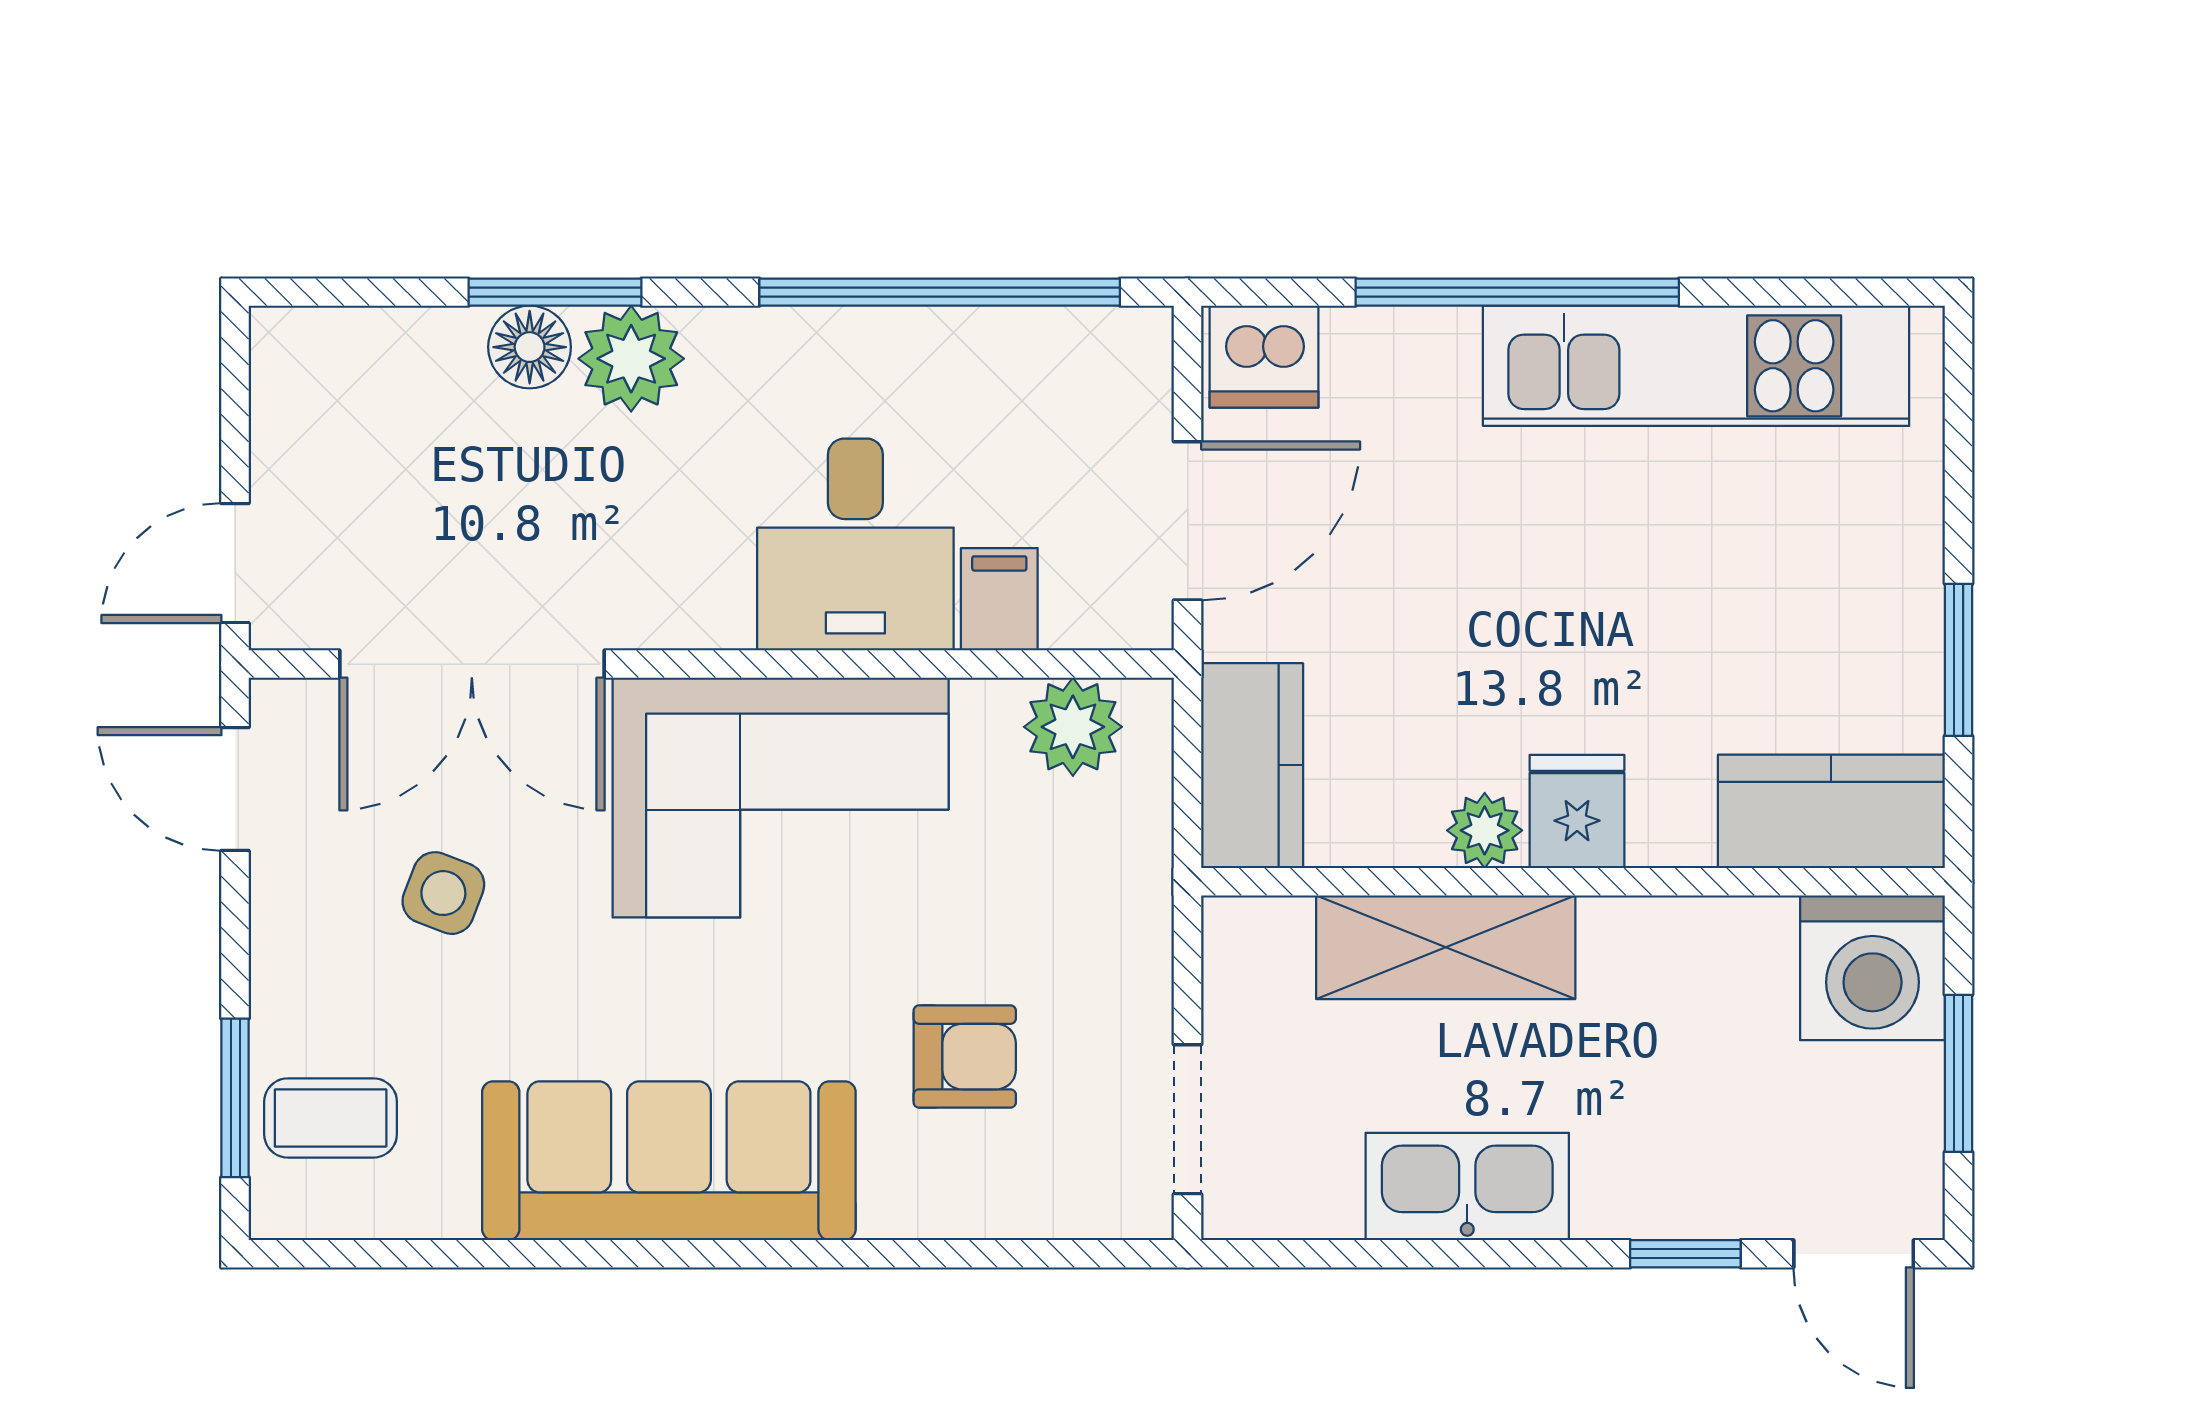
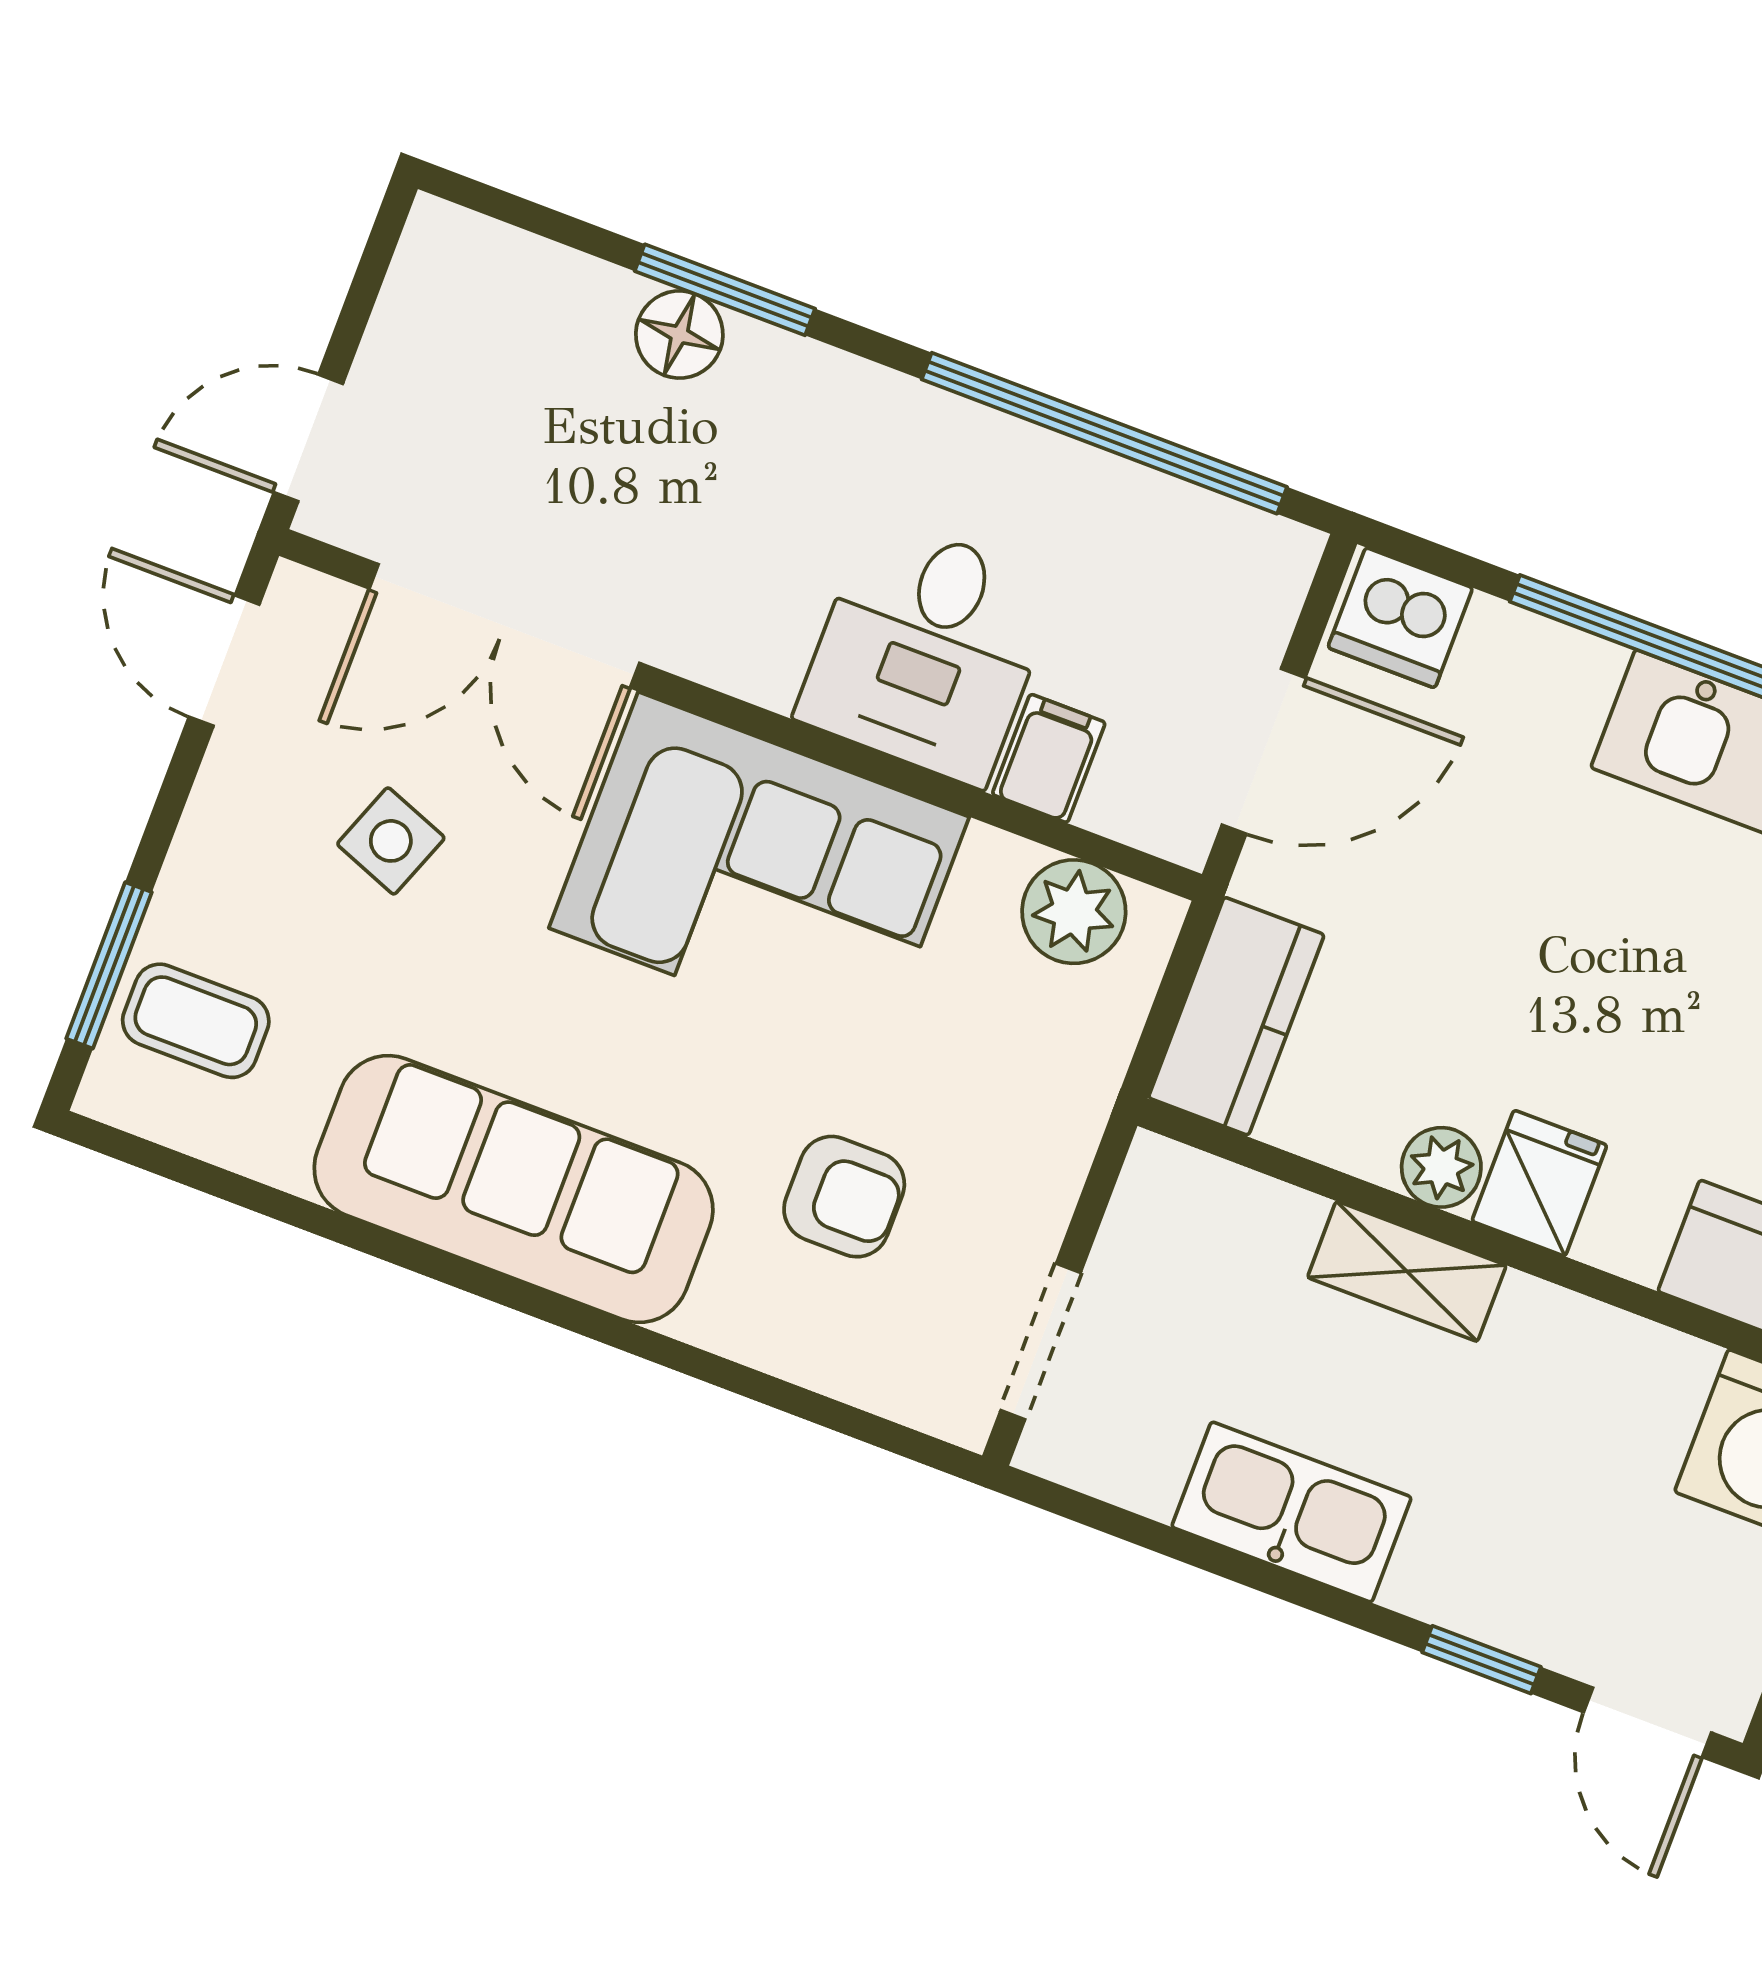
plant: (631, 359) -> (775, 384), removed
shelving: (1446, 947) -> (1407, 1271), width x0.67, depth x0.75

